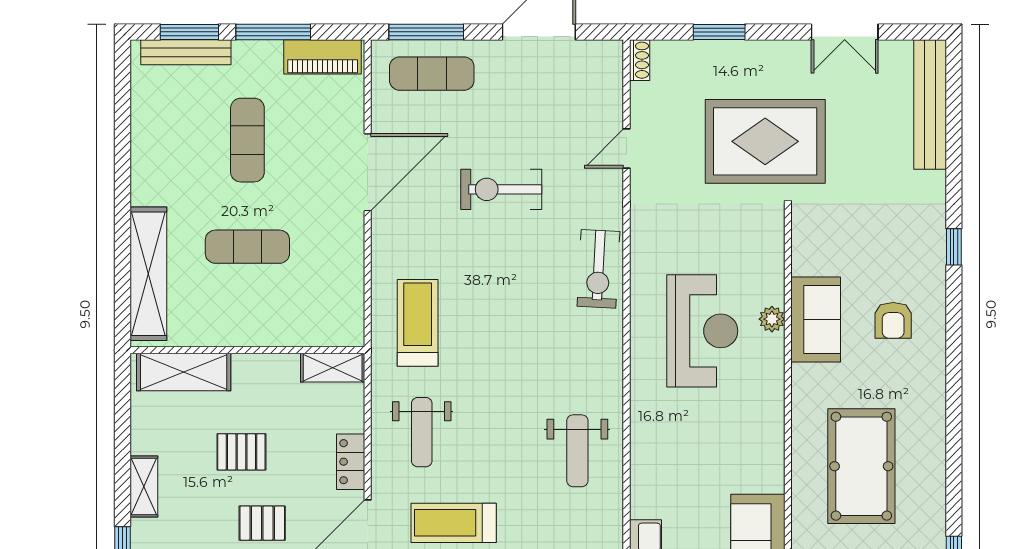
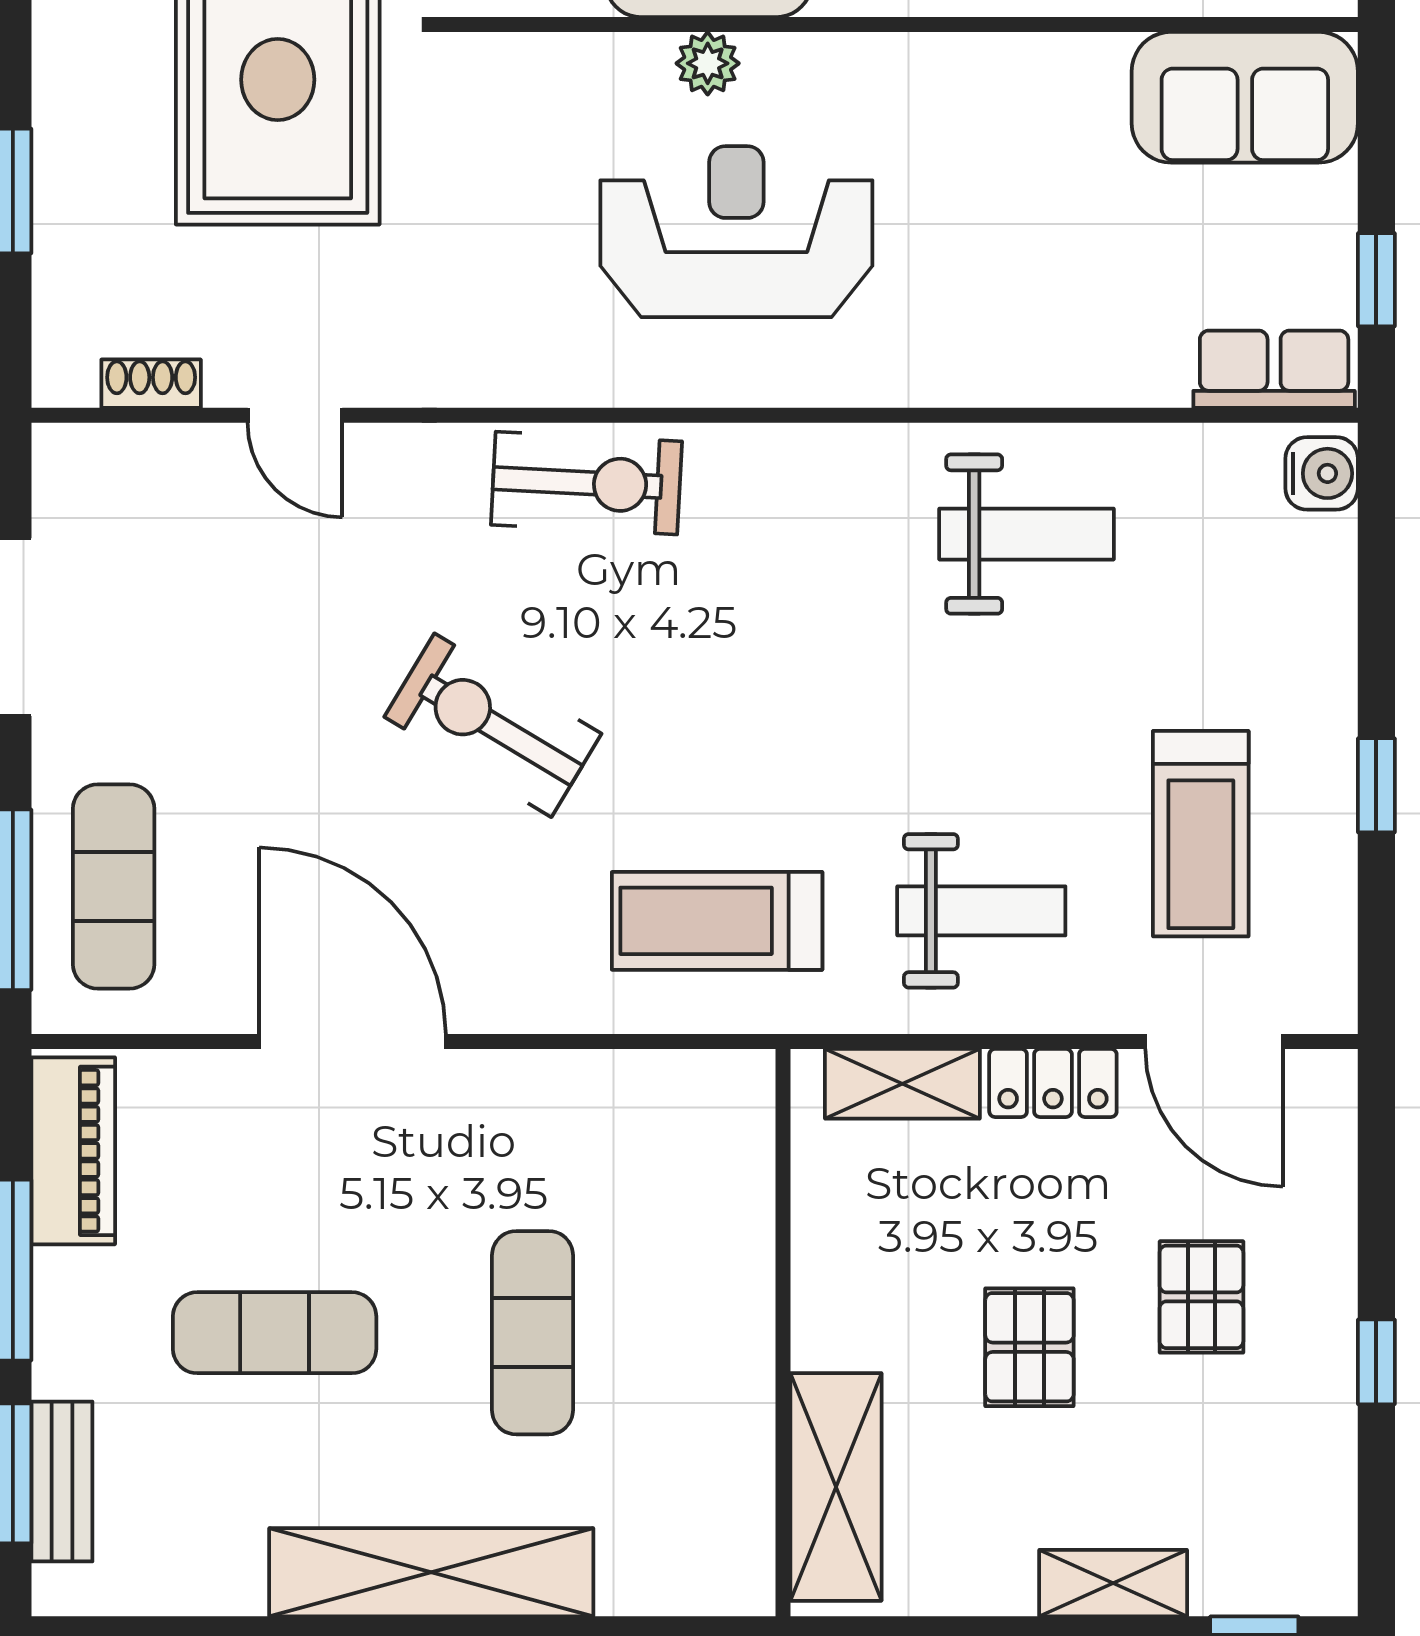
bench: (186, 52) -> (62, 1482), width x0.73
shoe rack: (640, 60) -> (151, 384), moved
exercise bike: (501, 189) -> (493, 725), moved, turned 121
shelving: (148, 274) -> (431, 1572), moved
shelving: (333, 368) -> (902, 1084), moved, turned 90

